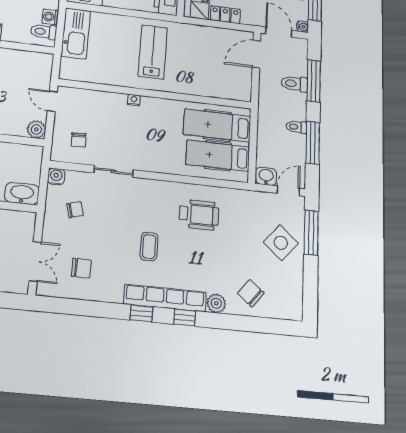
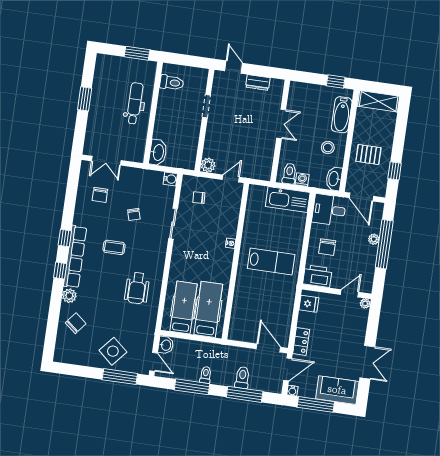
locker: (225, 15) -> (301, 341), moved
chair: (75, 210) -> (134, 214), moved

